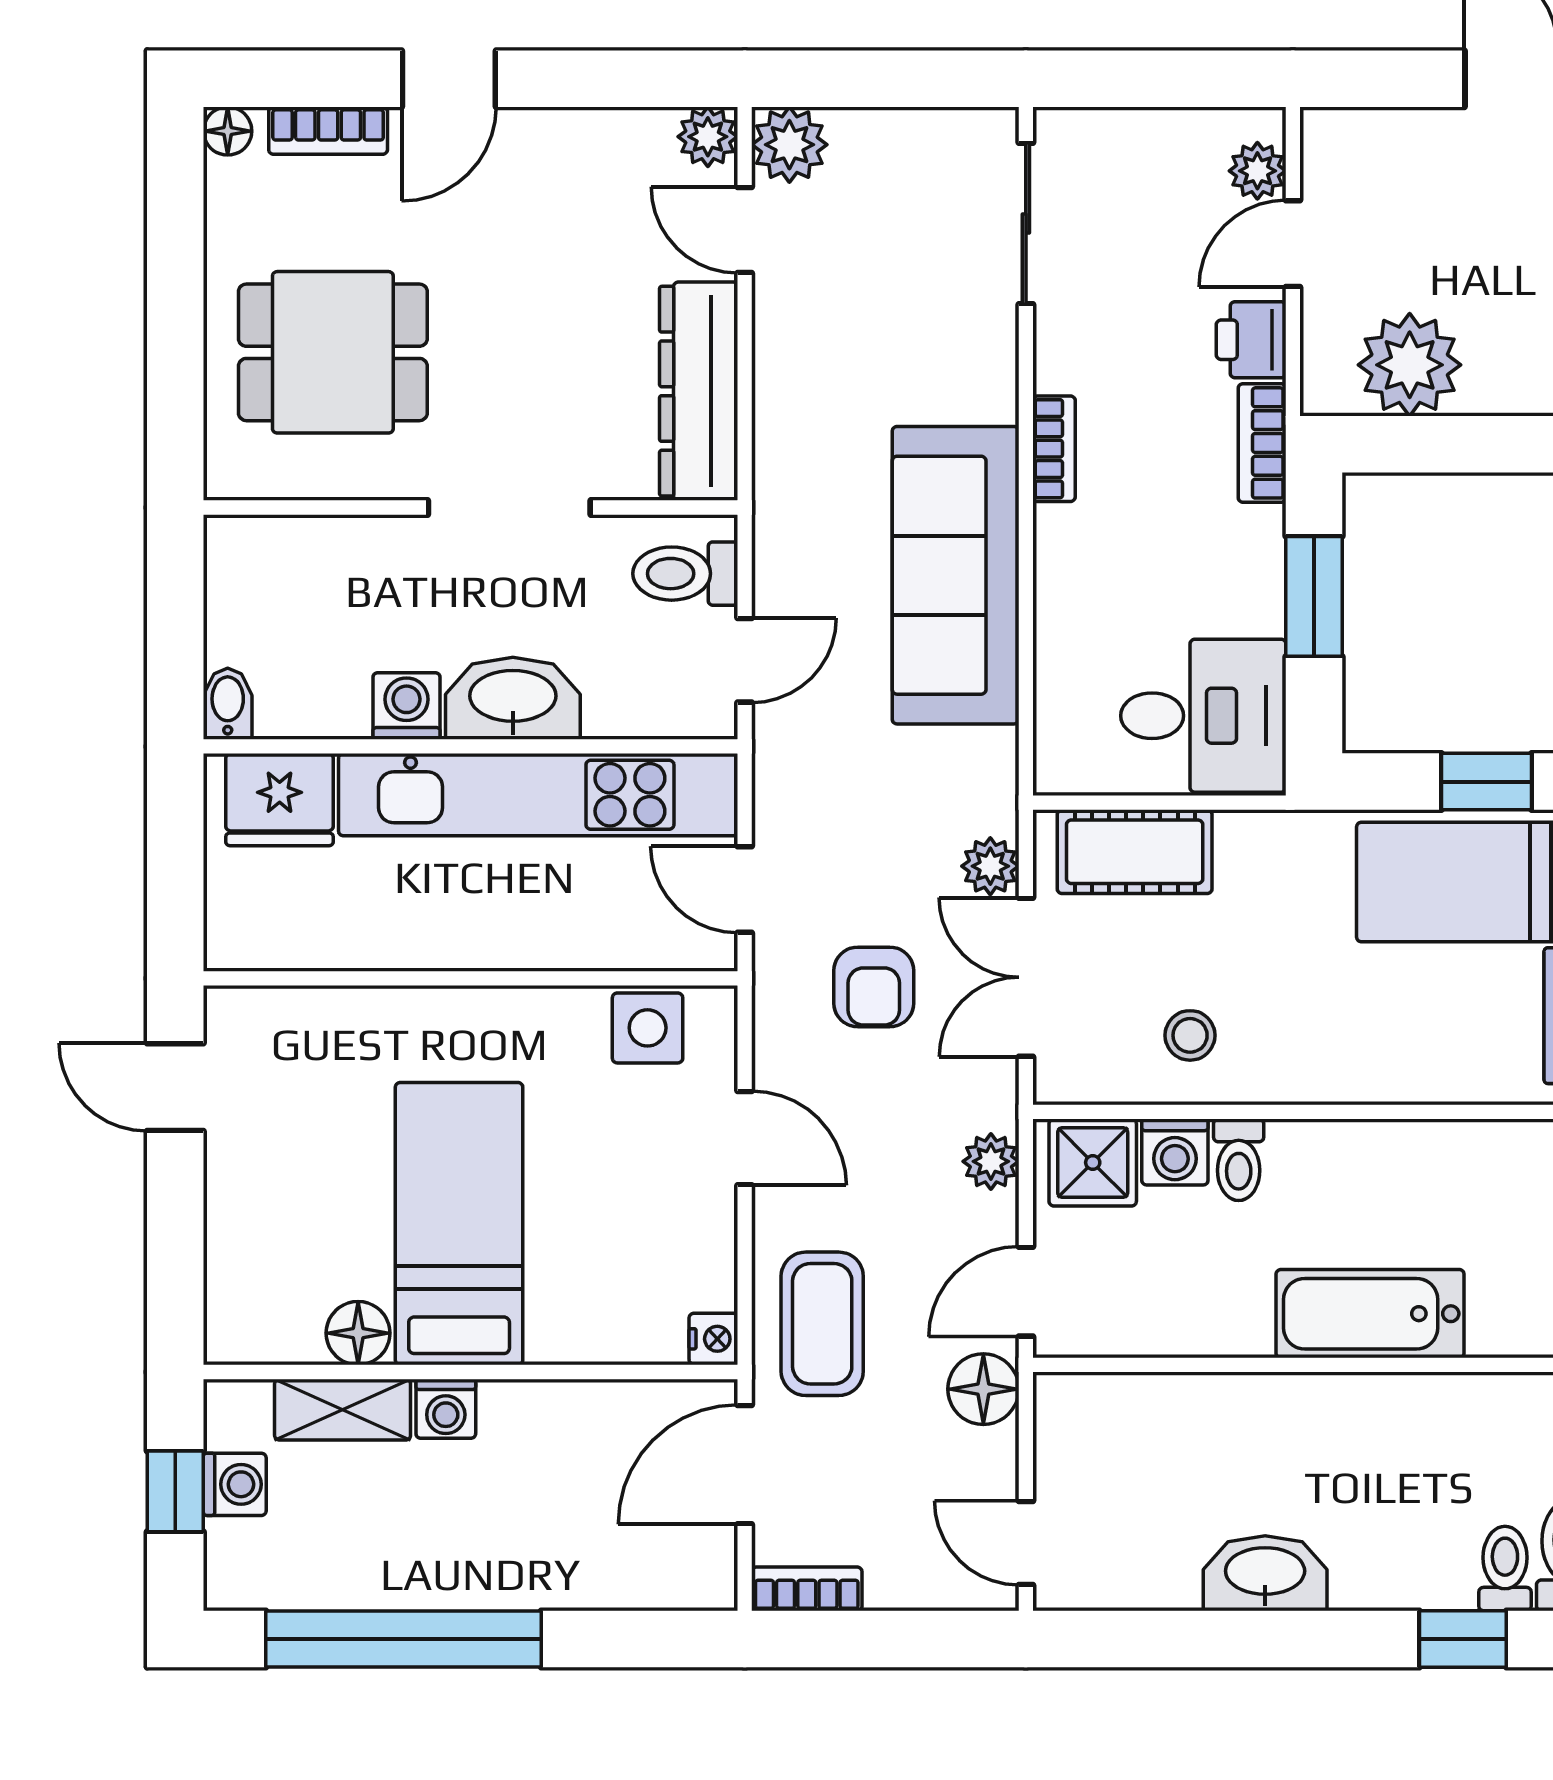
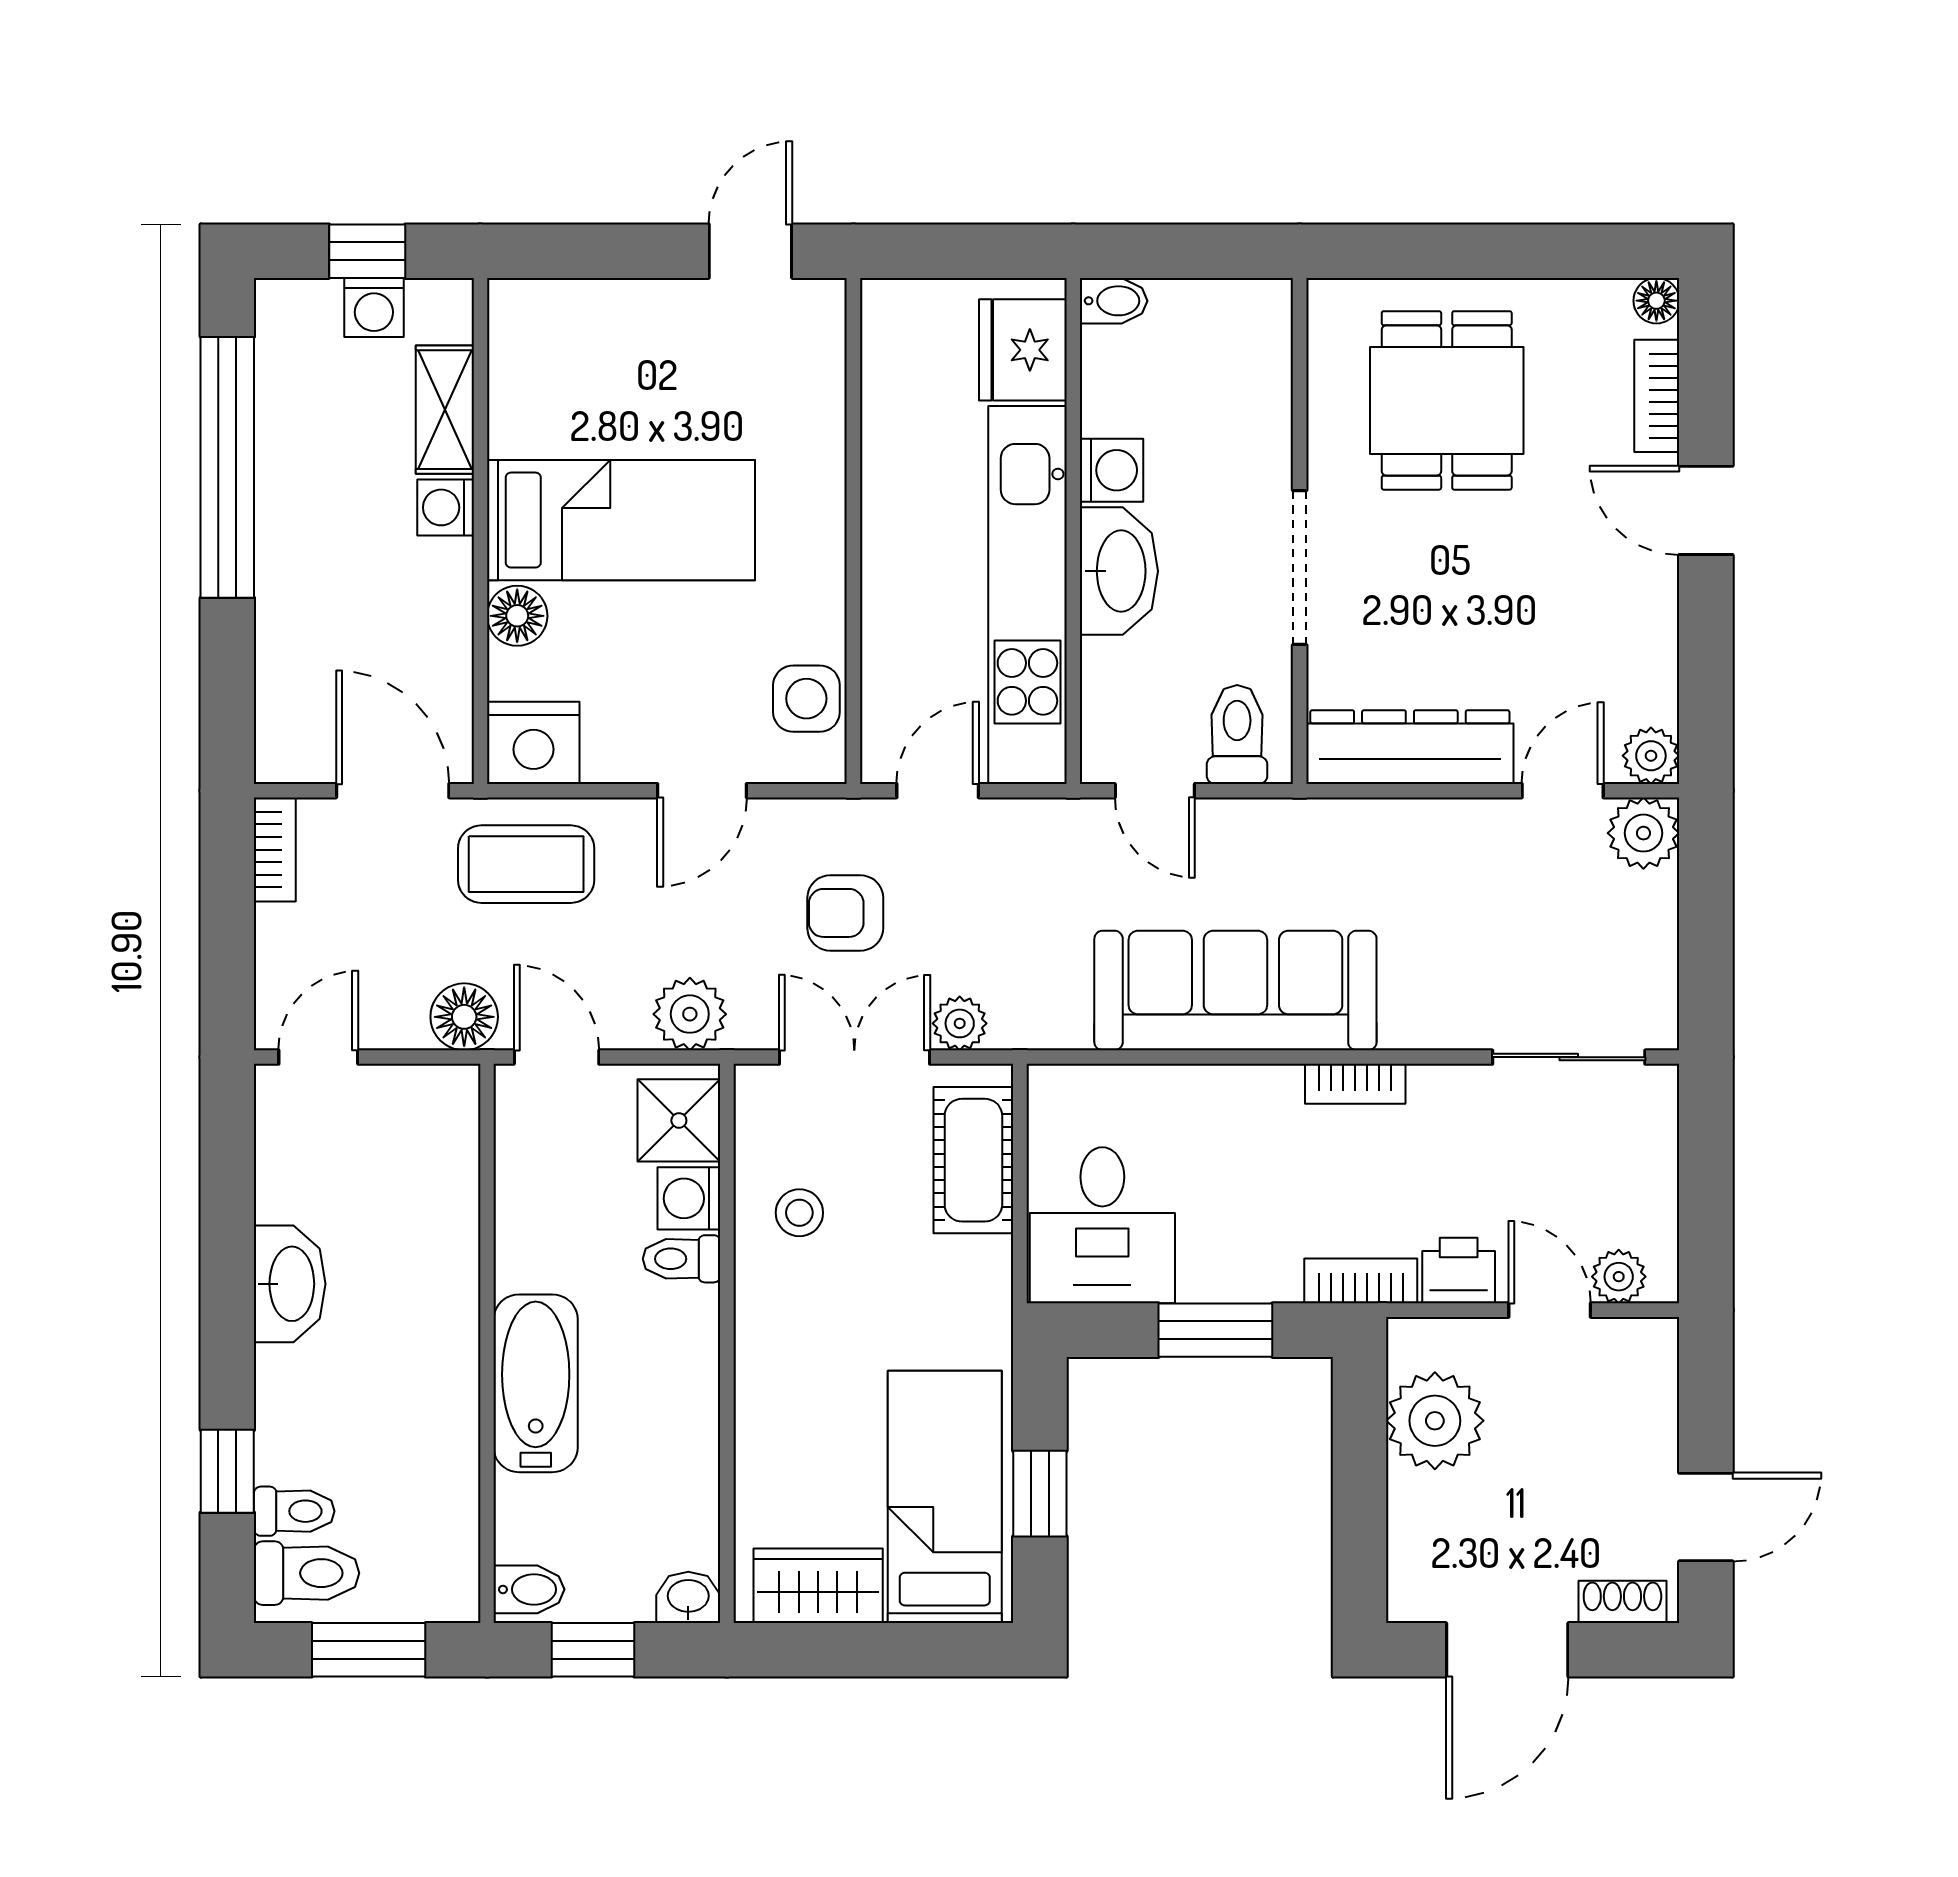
plant: (991, 1161) -> (690, 1014), width x1.38, depth x1.38
floor lamp: (358, 1333) -> (517, 616), moved
nightstand: (713, 1339) -> (533, 743), width x1.89, depth x1.79

